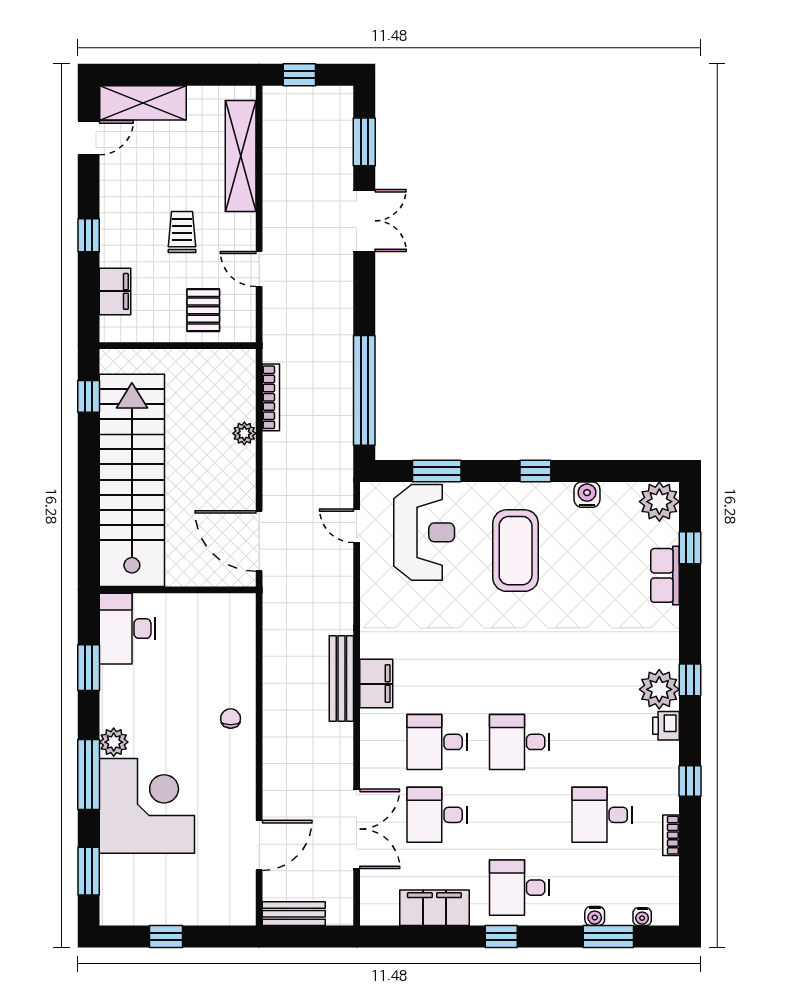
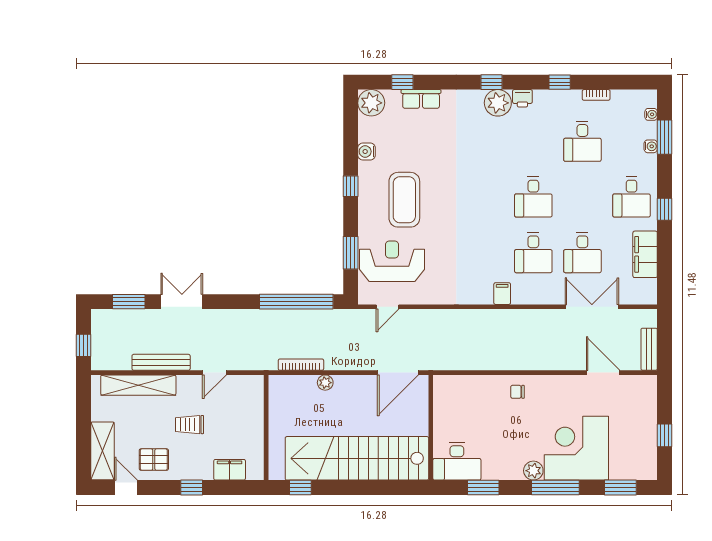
pallet: (203, 310) -> (154, 460), moved
coffee table: (516, 551) -> (404, 200), turned 90
bench: (341, 678) -> (161, 362), moved
filing cabinet: (376, 684) -> (502, 294), width x0.50

